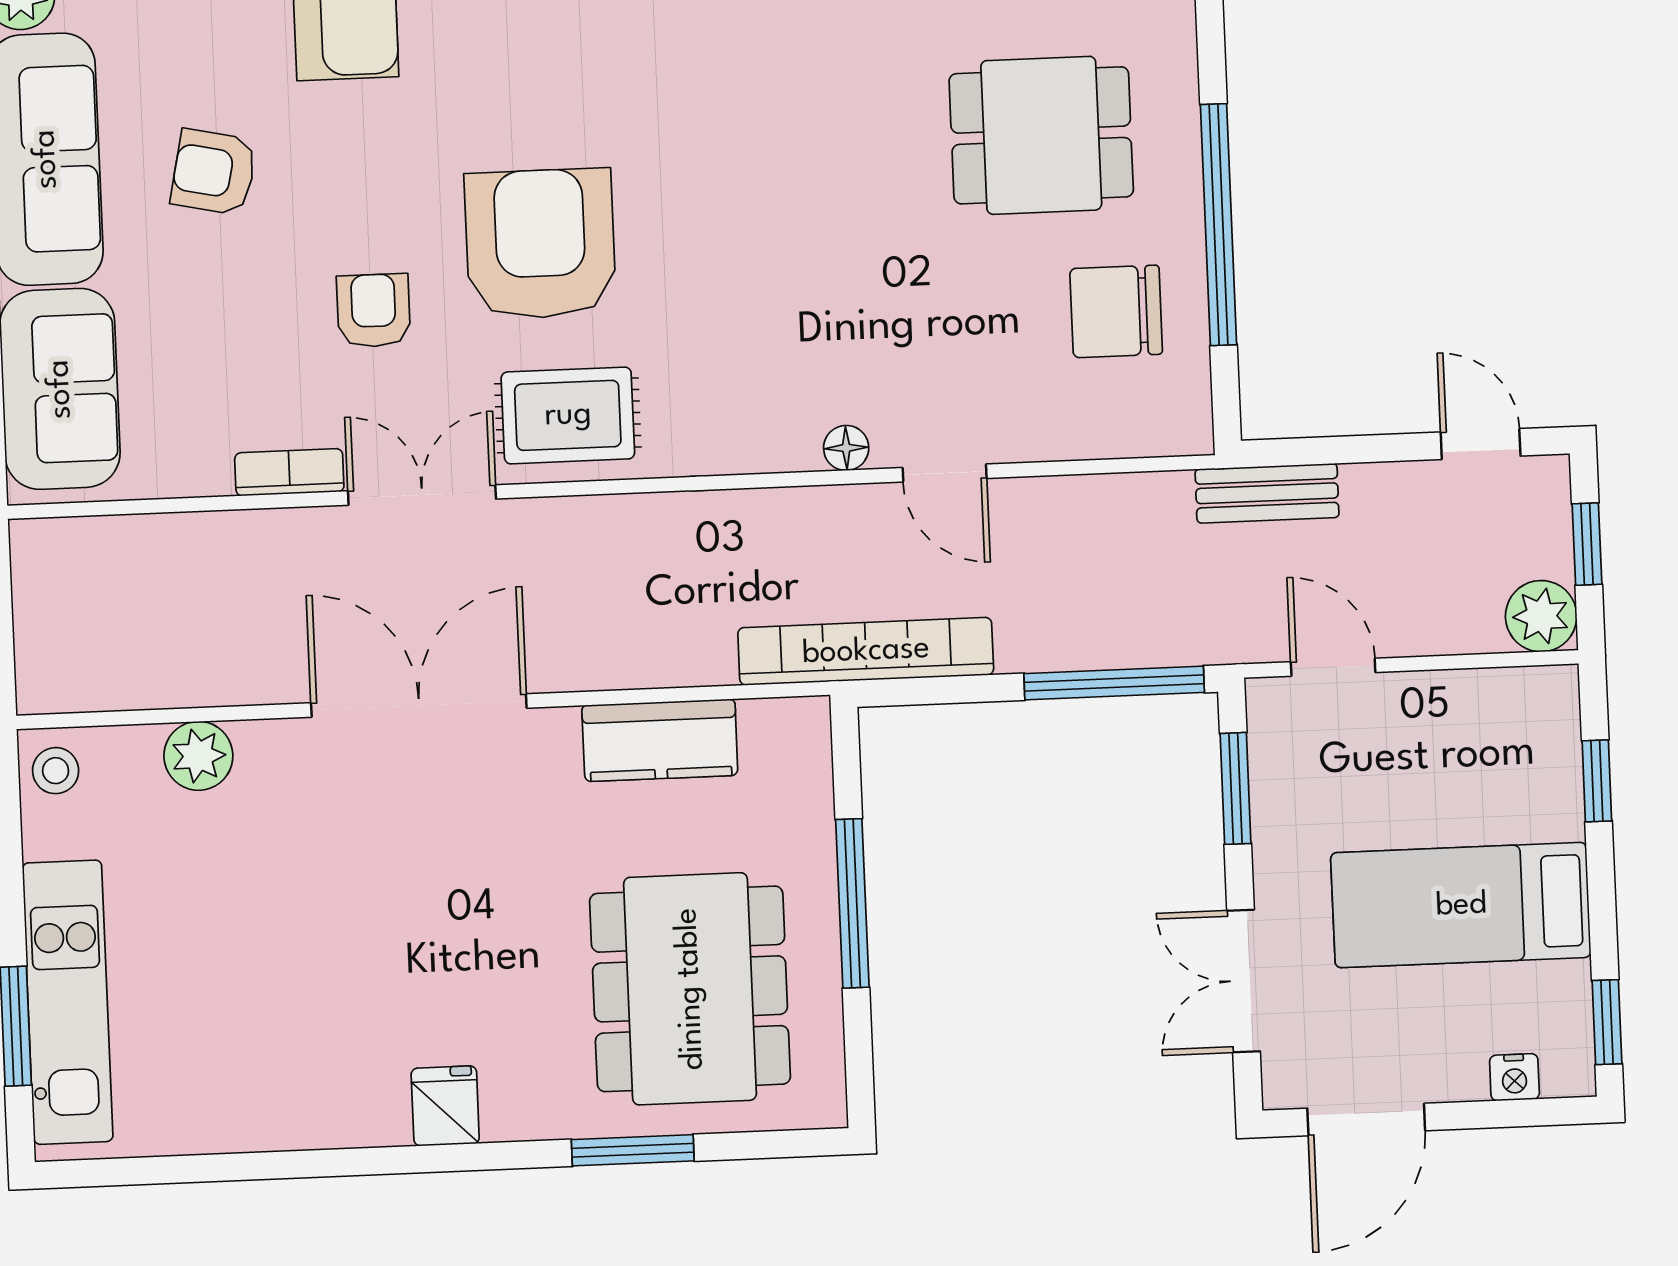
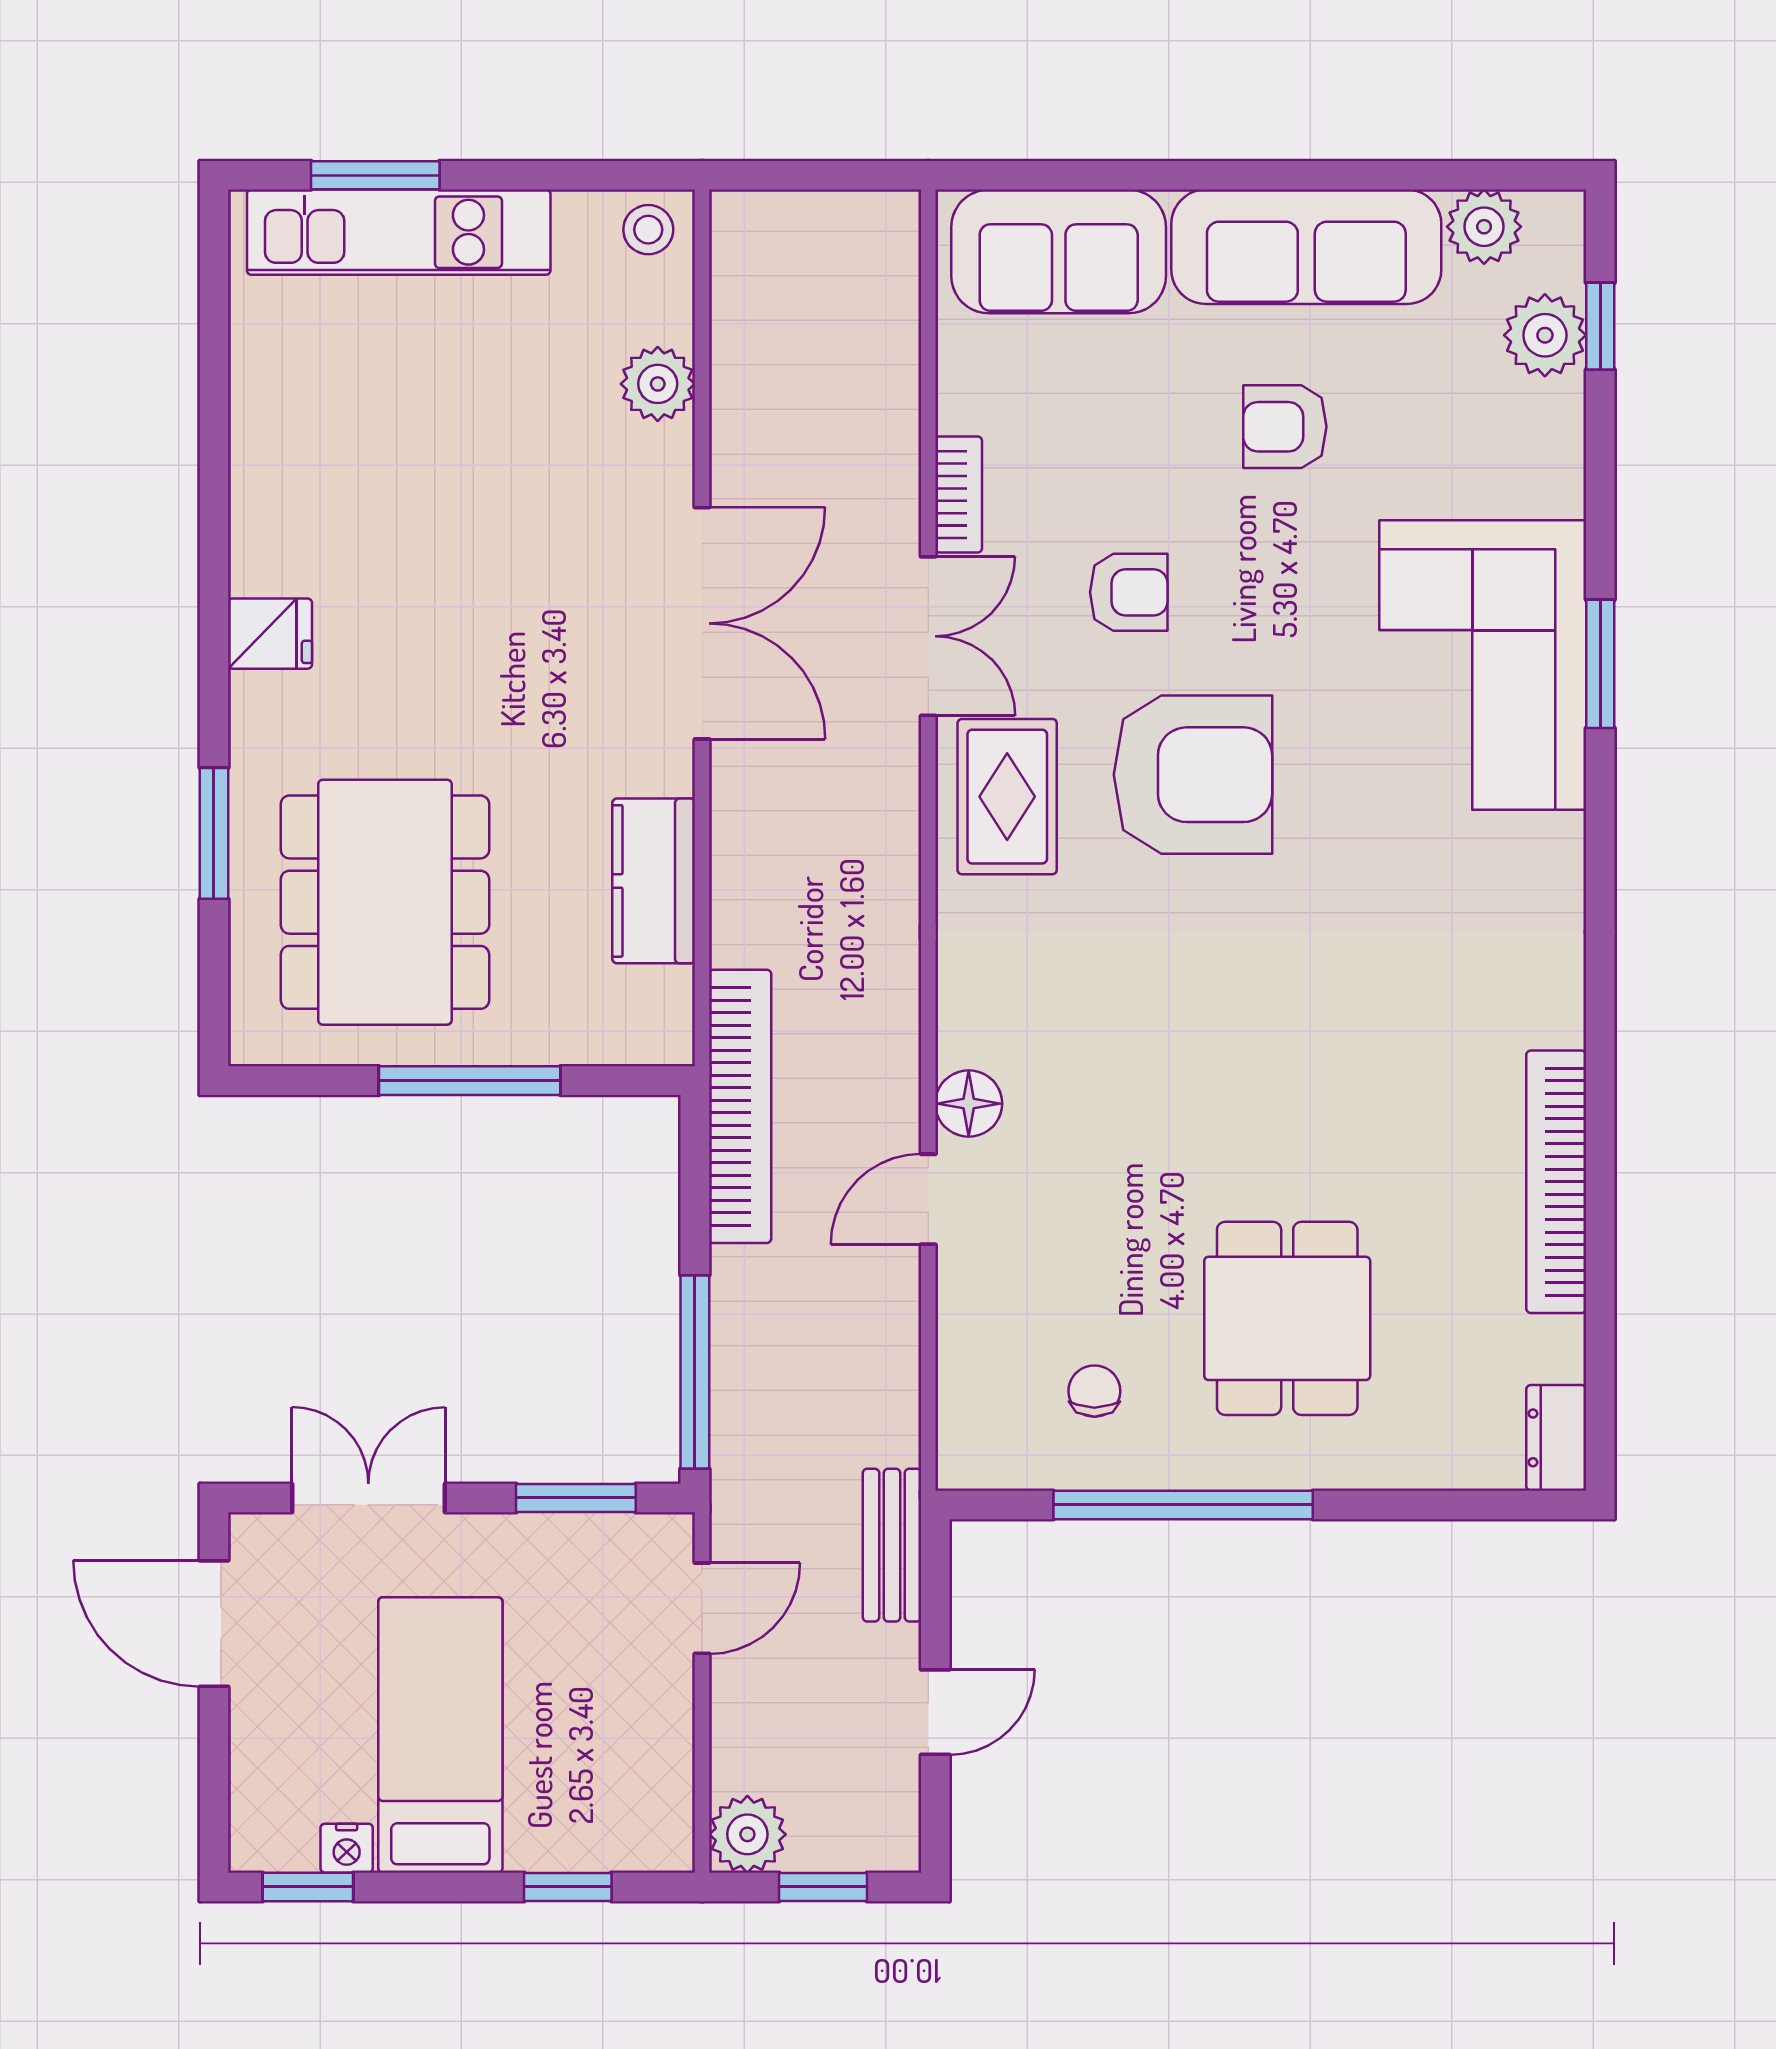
armchair: (214, 172) -> (1285, 427), turned -102
chair: (1116, 311) -> (1094, 1391), width x0.54, depth x0.54
door: (1481, 444) -> (935, 1712), moved
floor lamp: (846, 448) -> (969, 1104), width x1.37, depth x1.37
dining table: (690, 989) -> (385, 902), turned 90
nightstand: (1514, 1077) -> (347, 1848), moved, turned -90

